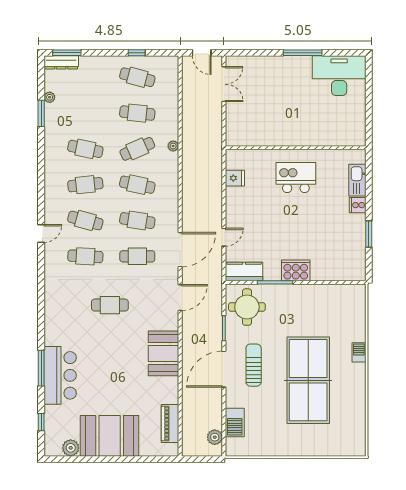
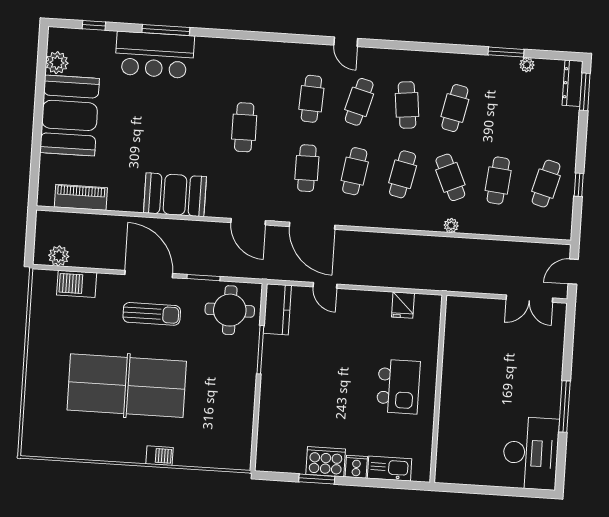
cooker: (296, 270) -> (326, 462), moved, turned -90

